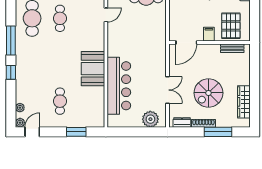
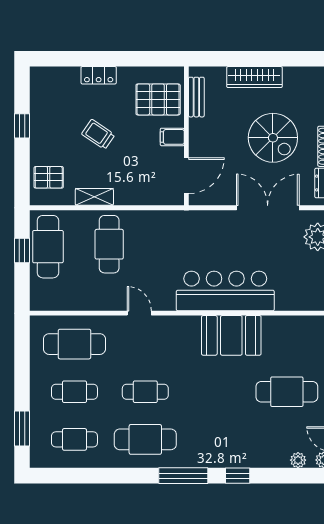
door: (186, 42) -> (186, 176), hinge flipped
bar counter: (119, 86) -> (225, 291), moved
double door: (168, 90) -> (268, 208), width x1.37
cafe table: (60, 101) -> (287, 392), width x1.37, depth x1.35
wardrobe: (244, 102) -> (254, 77), moved

